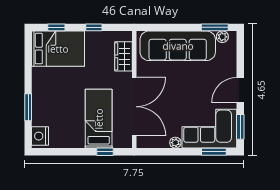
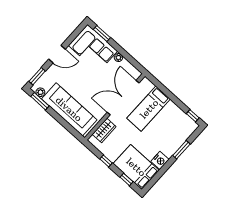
window: (240, 127) -> (37, 76), moved
nightstand: (40, 136) -> (160, 160), moved
window: (105, 152) -> (193, 116), moved

